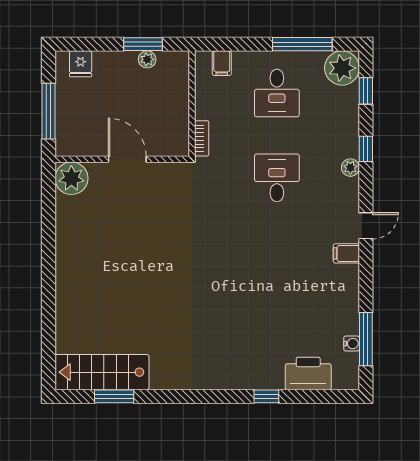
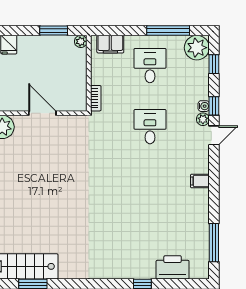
plant: (147, 59) -> (81, 41), moved
filing cabinet: (222, 63) -> (110, 44), width x2.00
desk: (277, 93) -> (150, 66), turned 180
door: (366, 226) -> (214, 135), moved
water cooler: (352, 344) -> (204, 106), moved

